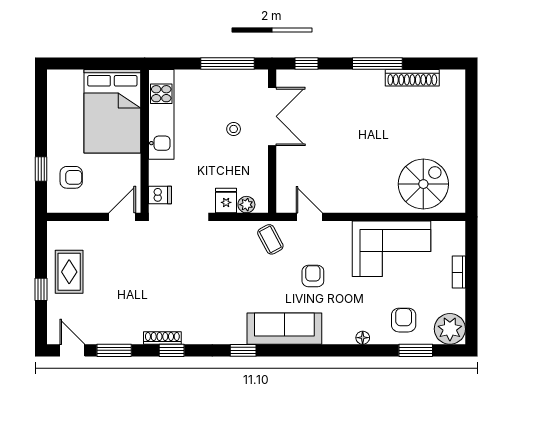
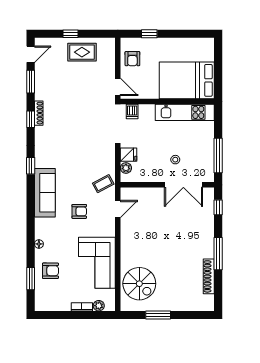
window: (471, 155) -> (158, 315), added
armchair: (71, 177) -> (132, 59), moved
plant: (450, 329) -> (99, 306), moved, width x0.53, depth x0.53

